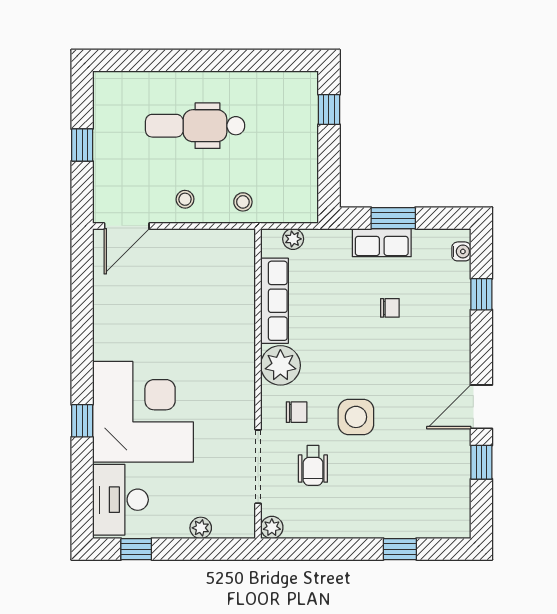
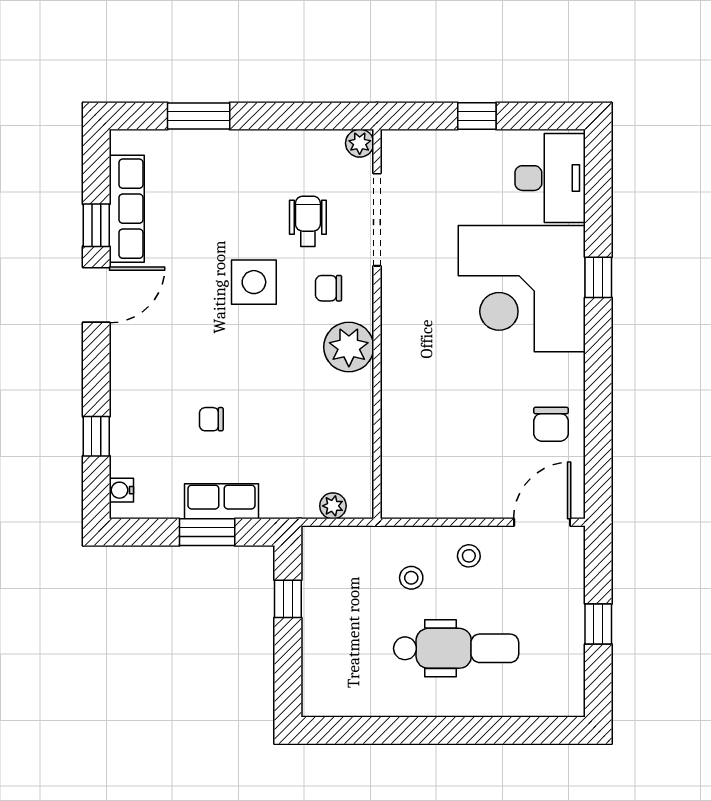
window: (329, 109) -> (288, 599), moved
stool: (243, 202) -> (411, 578), moved
row of seats: (274, 301) -> (127, 209), moved, turned 180
chair: (120, 304) -> (551, 424), added
plant: (201, 528) -> (449, 143), removed
window: (136, 549) -> (477, 116), moved
window: (400, 549) -> (199, 116), width x1.50

